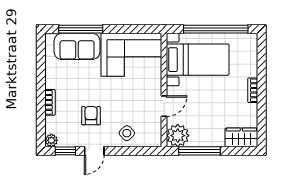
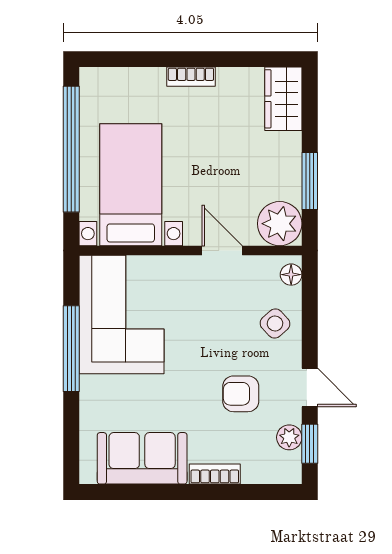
window: (81, 29) -> (71, 349), moved
sofa: (77, 46) -> (142, 458), moved, turned -90
plant: (51, 140) -> (289, 437), moved
floor lamp: (152, 141) -> (291, 275), added
window: (199, 151) -> (310, 181), width x0.69

